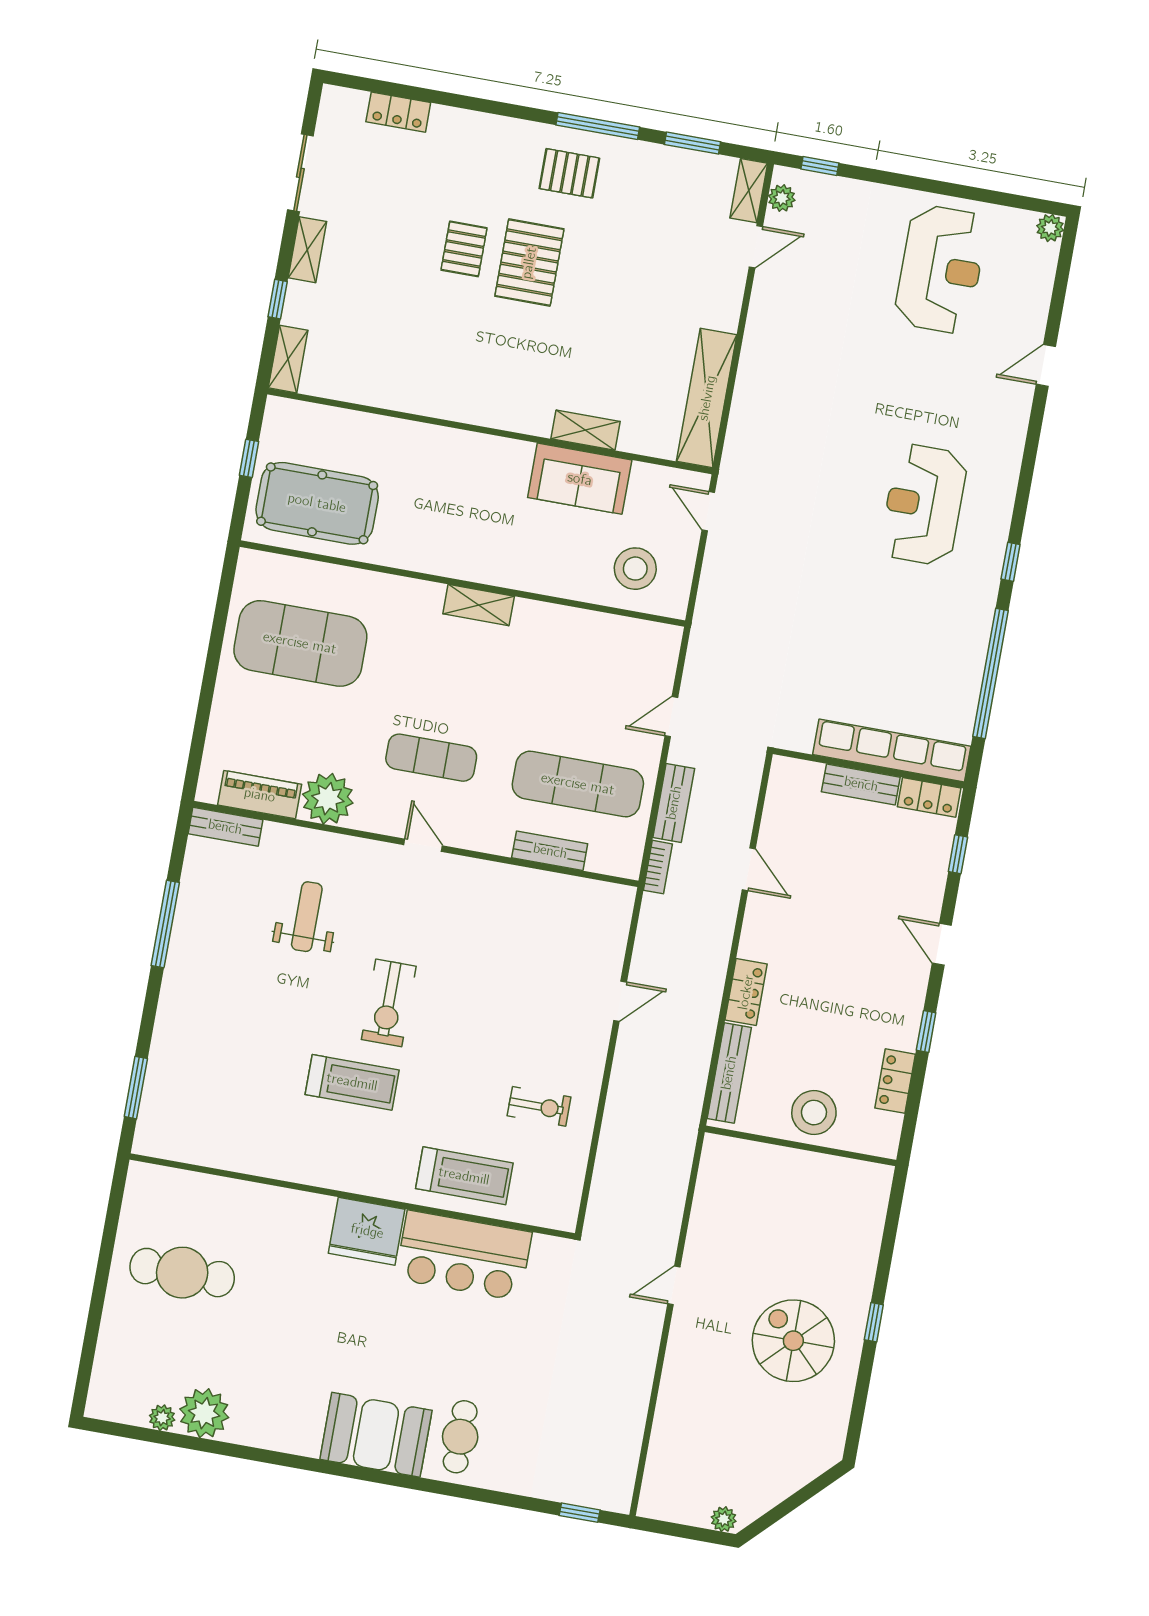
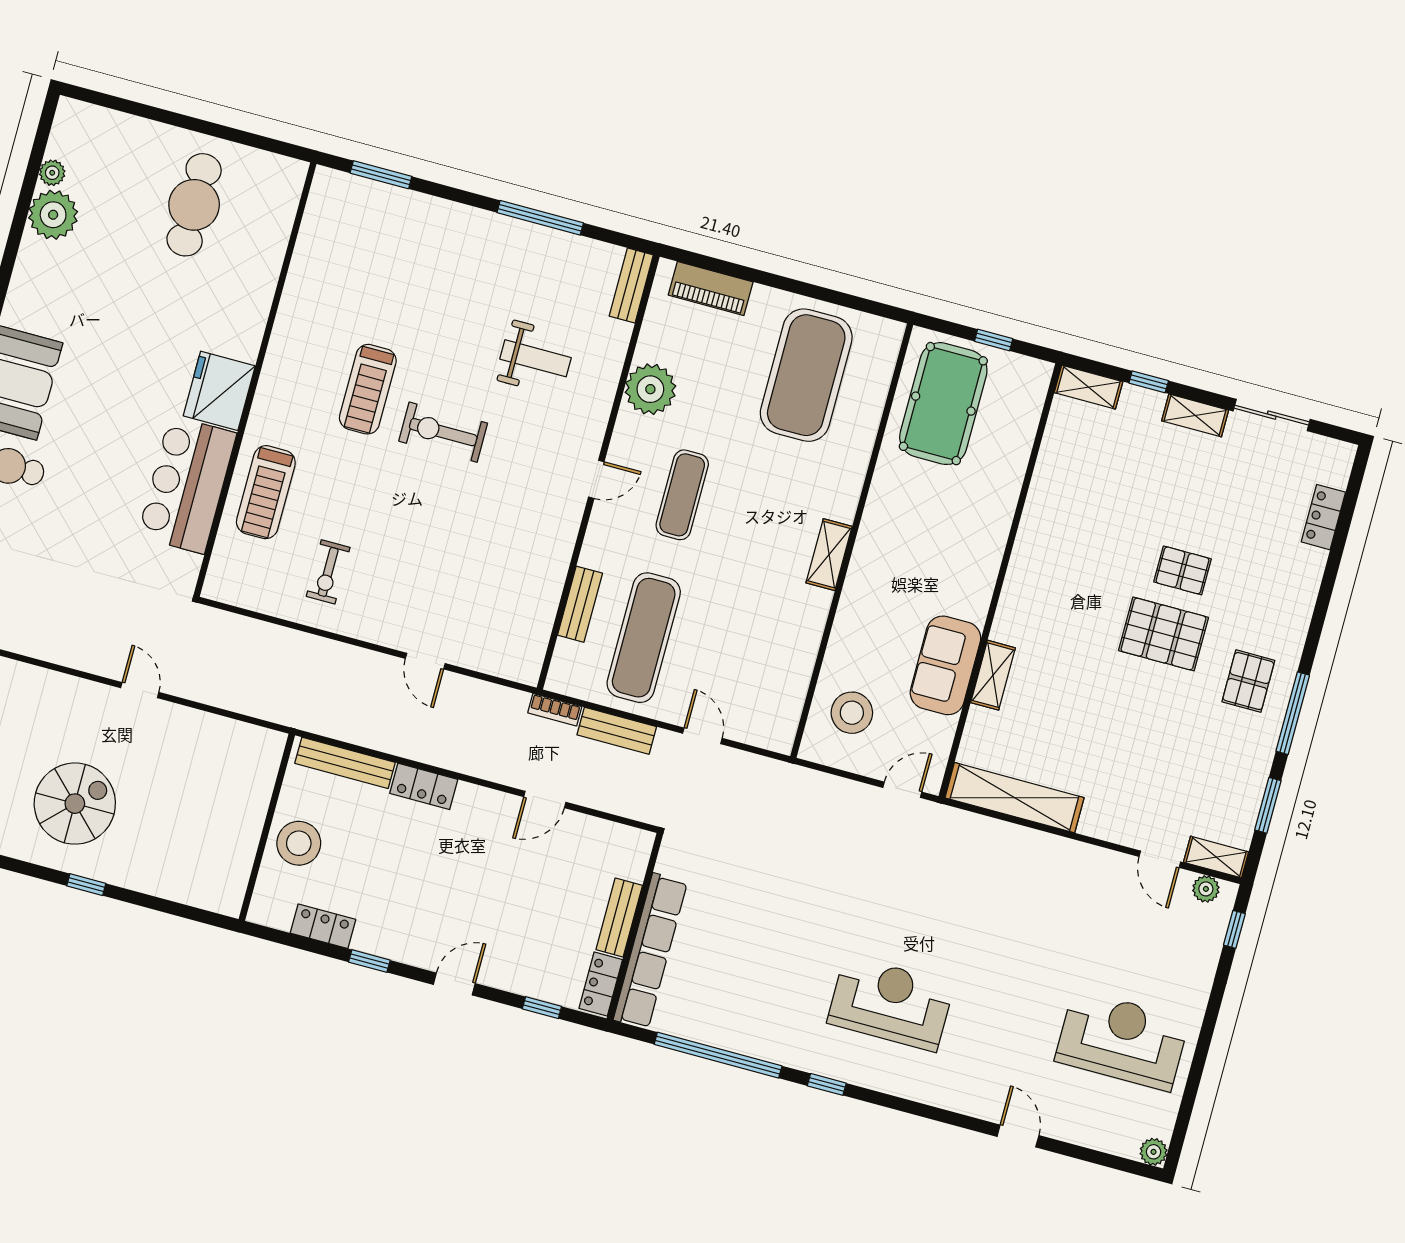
reception desk: (941, 269) -> (1122, 1040), turned 180
piano: (260, 795) -> (711, 288), moved, turned 90

